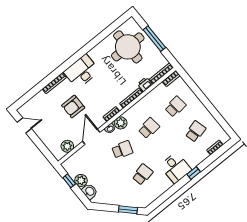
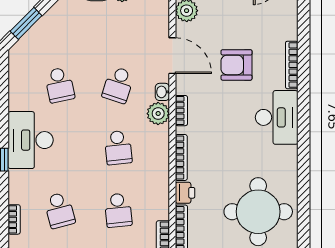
armchair: (73, 106) -> (237, 65), turned -90
desk: (176, 168) -> (31, 140), width x1.37

